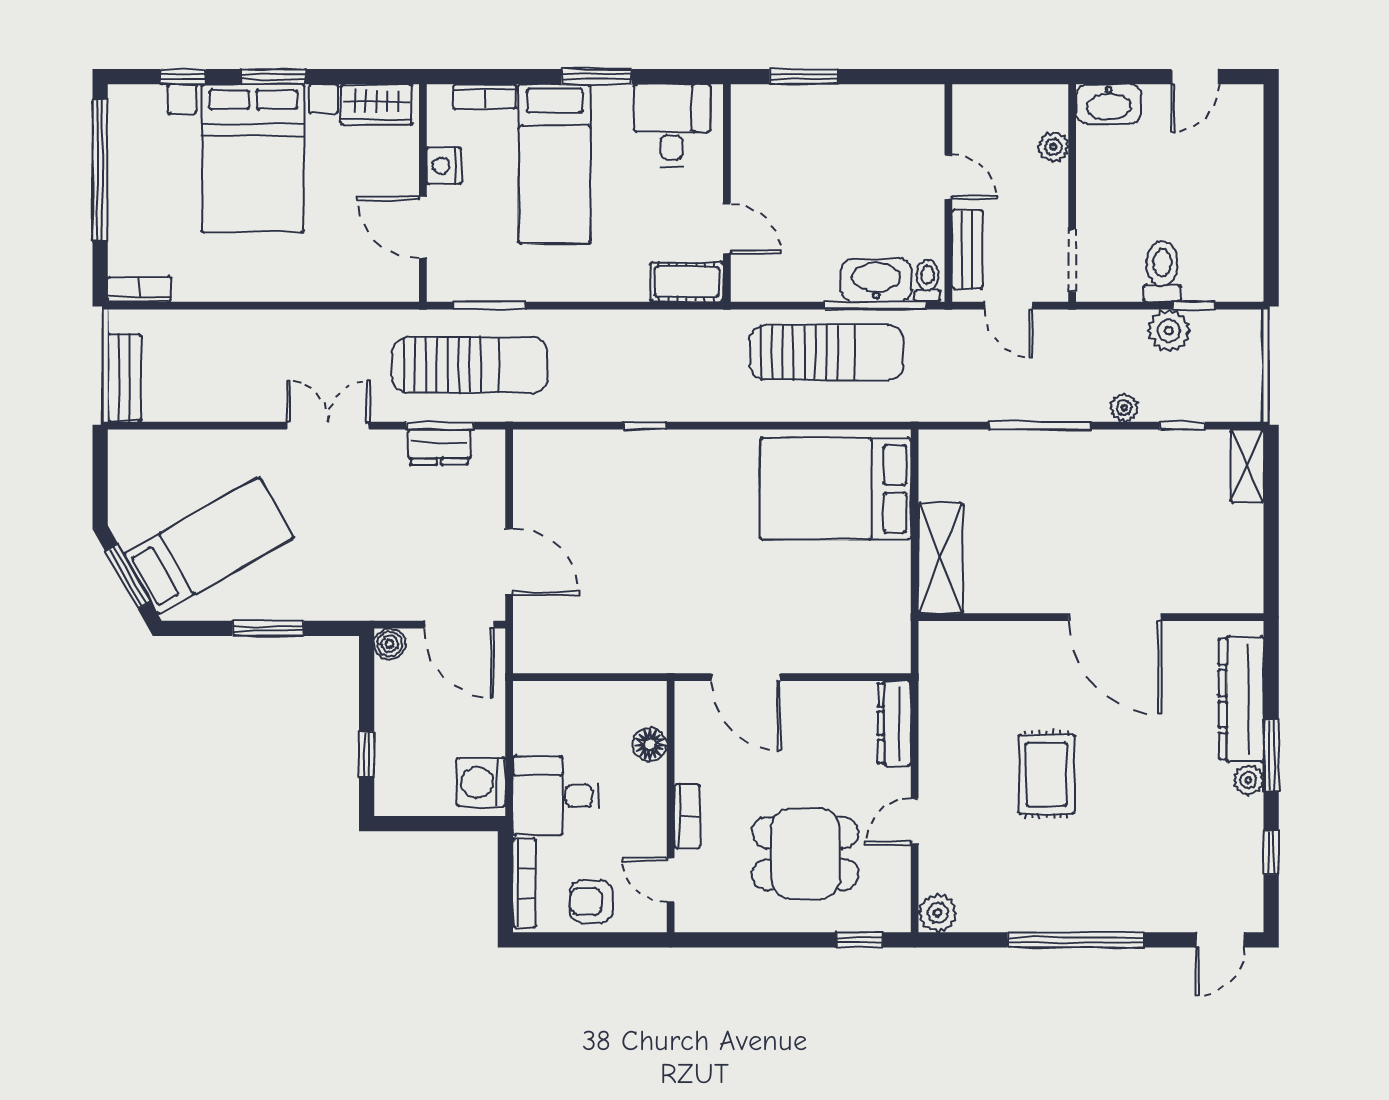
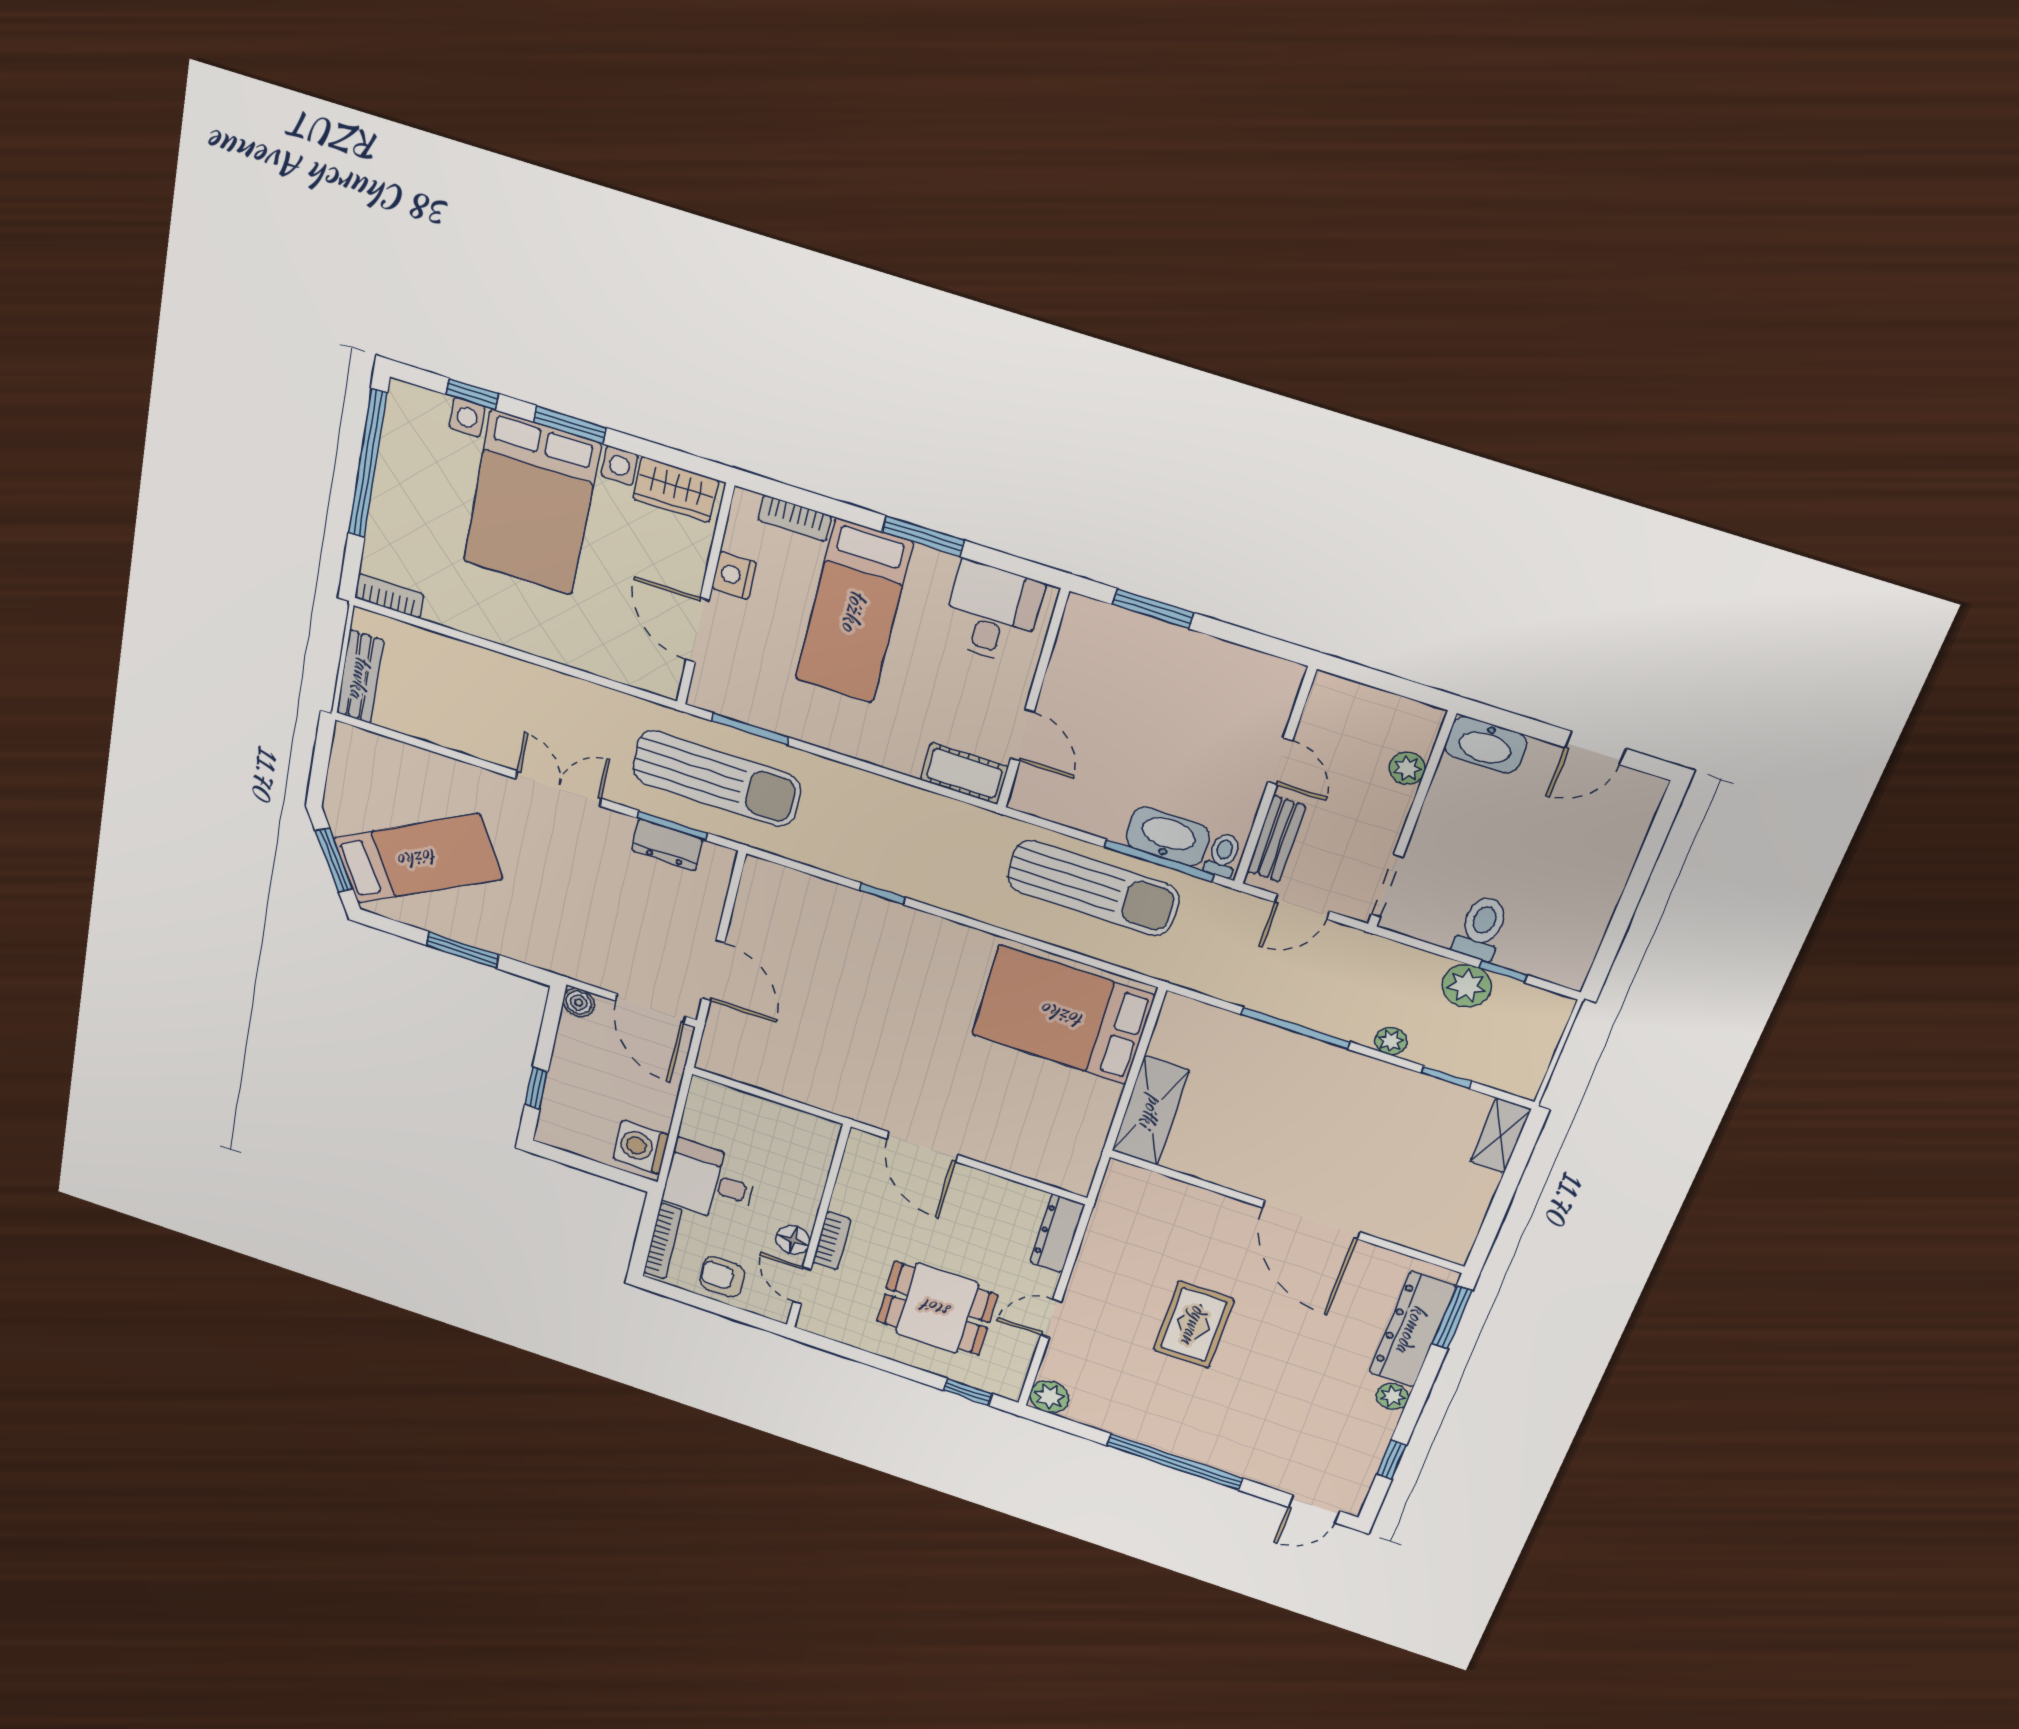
door: (1008, 306) -> (1302, 907), hinge flipped
floor lamp: (650, 744) -> (793, 1240), moved
window: (1271, 756) -> (1452, 1317), moved

